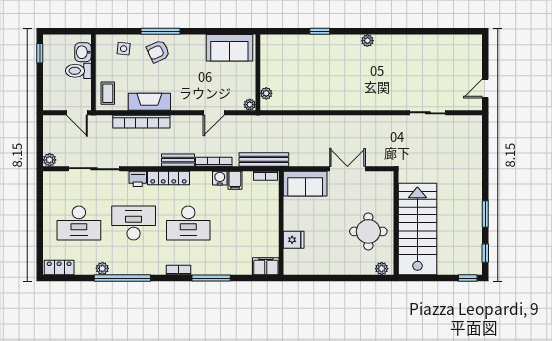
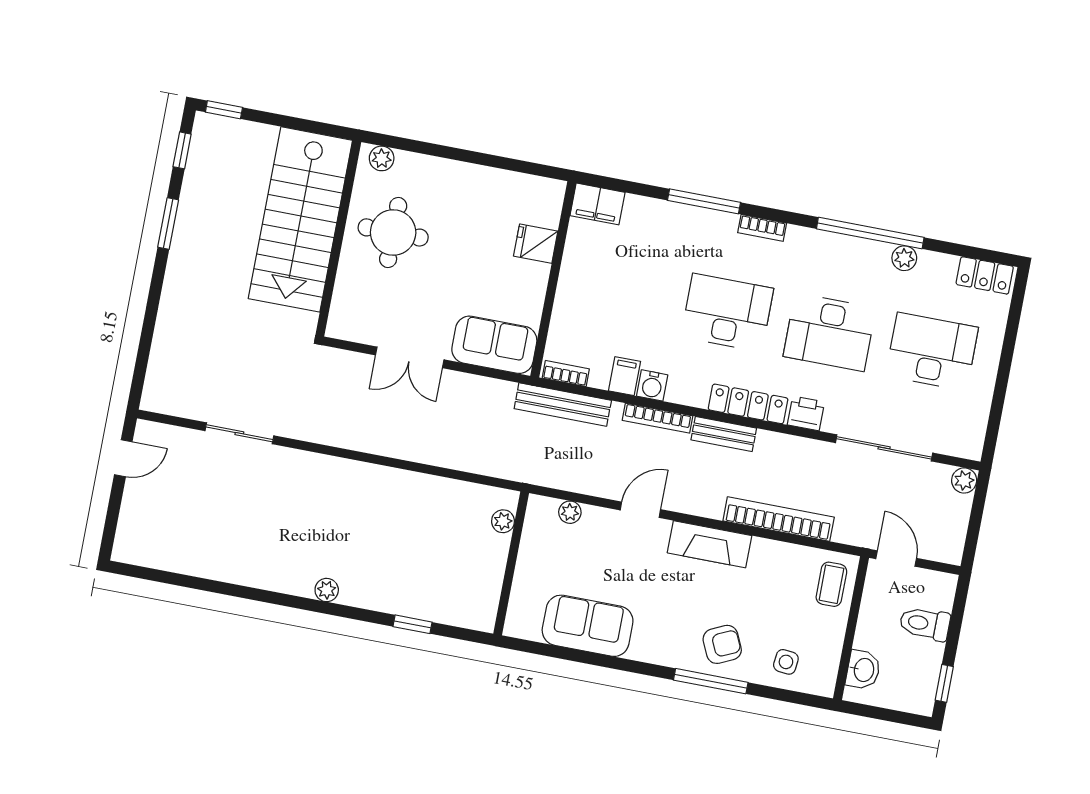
toilet: (78, 71) -> (925, 624), moved, turned 180
wall: (258, 72) -> (511, 563), moved
plant: (266, 93) -> (503, 521), moved
fireplace: (149, 102) -> (709, 544), moved

